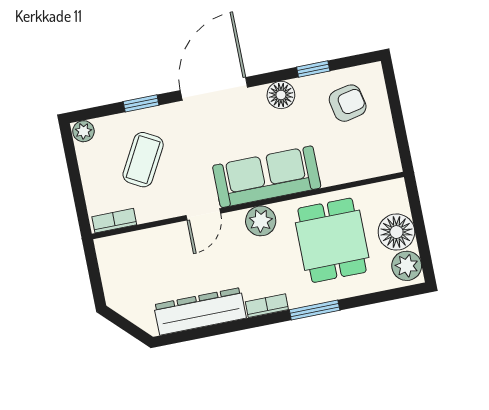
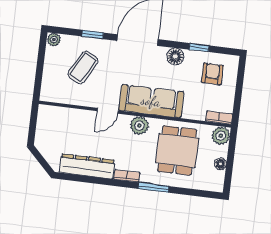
armchair: (348, 103) -> (212, 74), turned -78
bookcase: (114, 221) -> (219, 118), moved
floor lamp: (396, 232) -> (220, 164), width x0.53, depth x0.53
plant: (407, 266) -> (221, 136), moved

